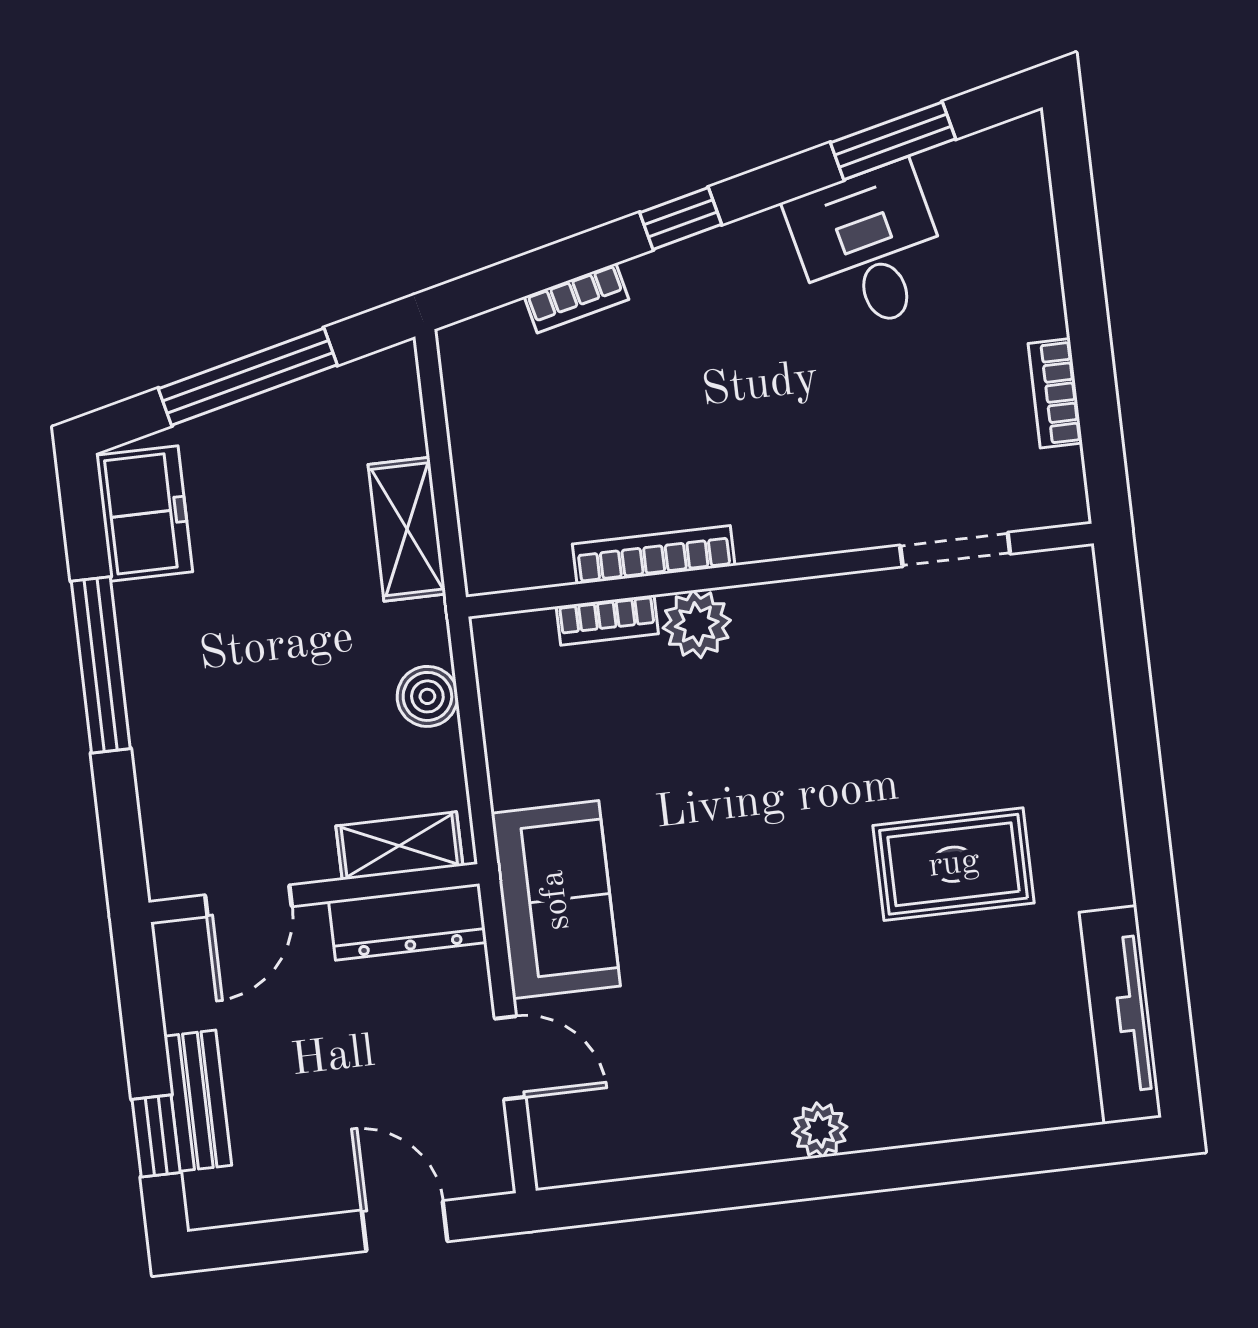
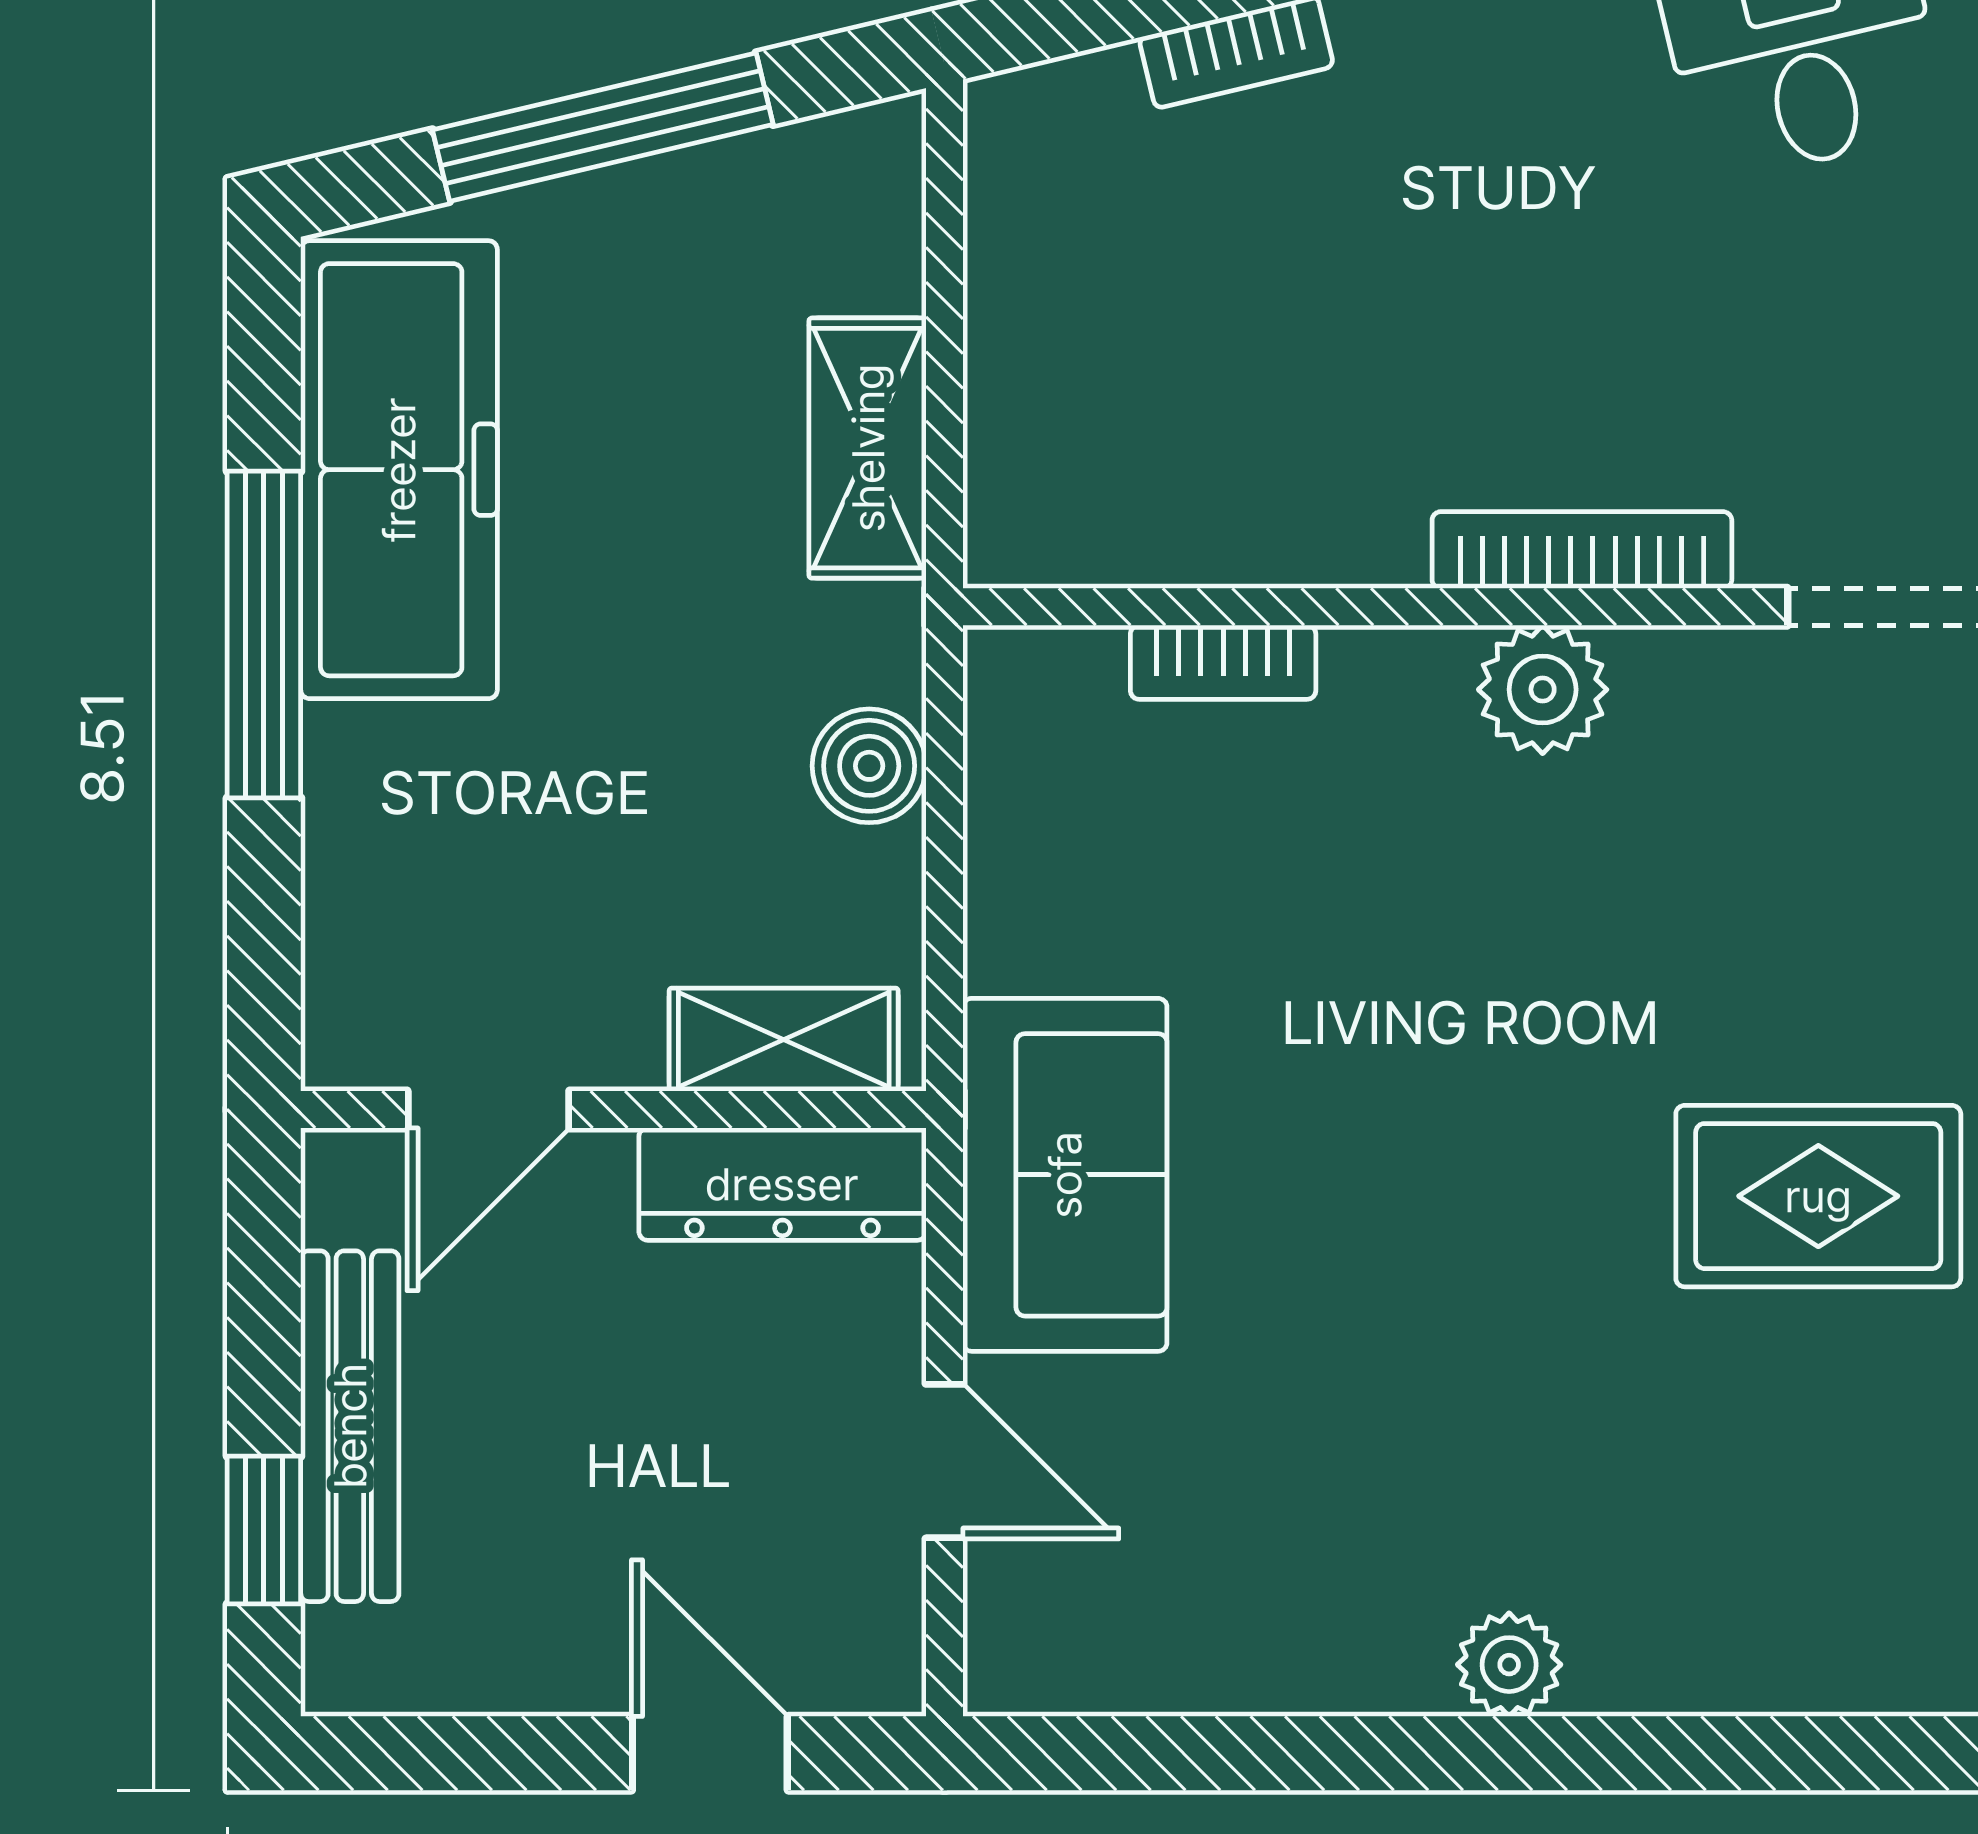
freezer: (144, 513) -> (399, 470), width x1.91, depth x1.26
bookcase: (654, 555) -> (1582, 550), moved
plant: (697, 624) -> (1543, 690), moved
bench: (198, 1101) -> (350, 1426), width x1.36

